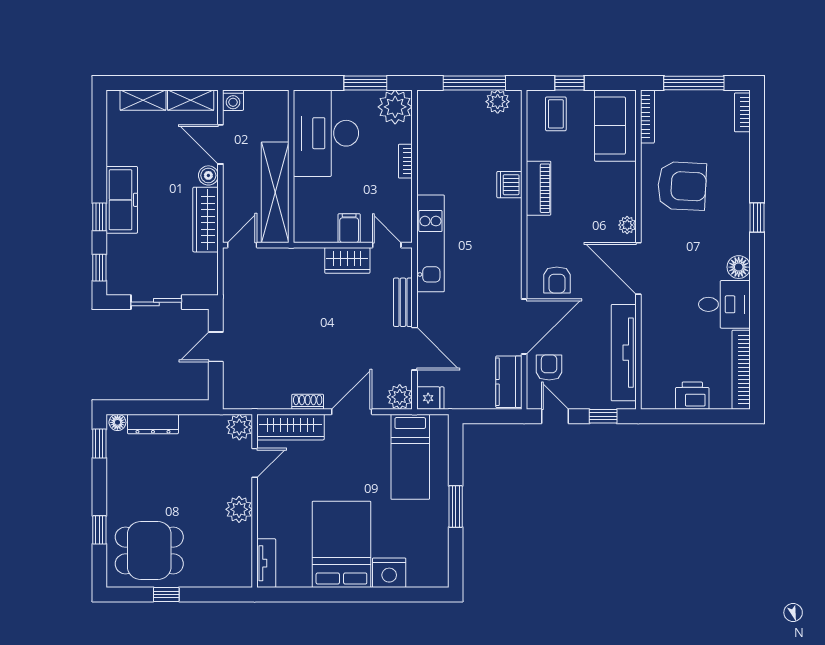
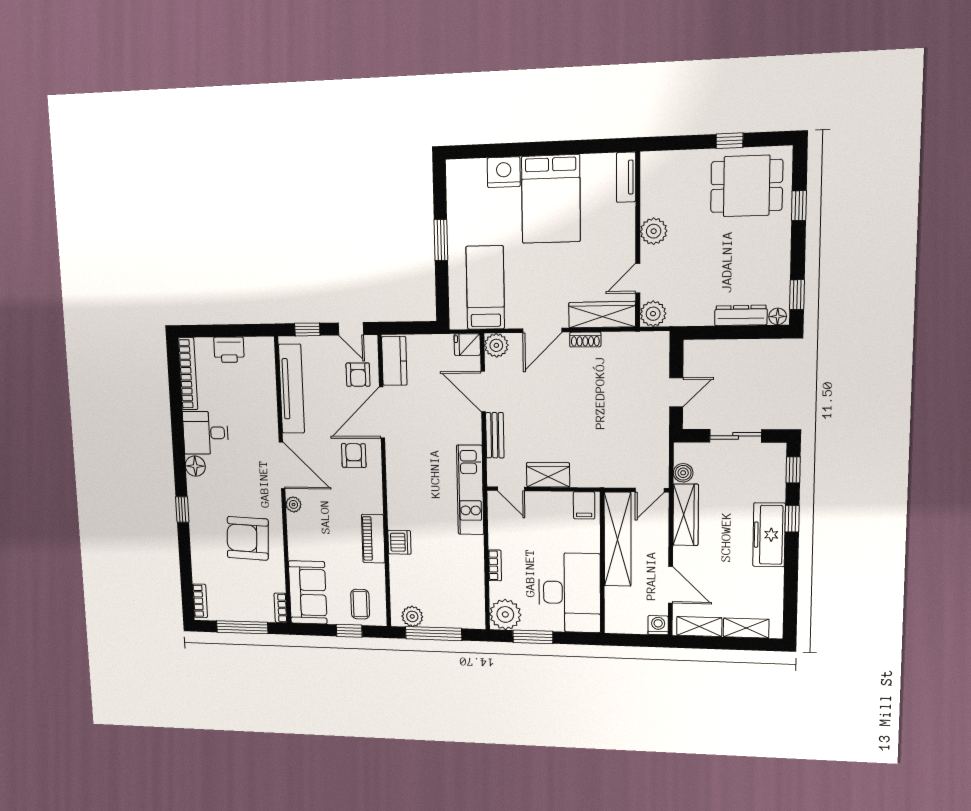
bookcase: (647, 116) -> (281, 608), width x0.64
boiler: (208, 175) -> (683, 473), moved
filing cabinet: (349, 228) -> (584, 505), moved

